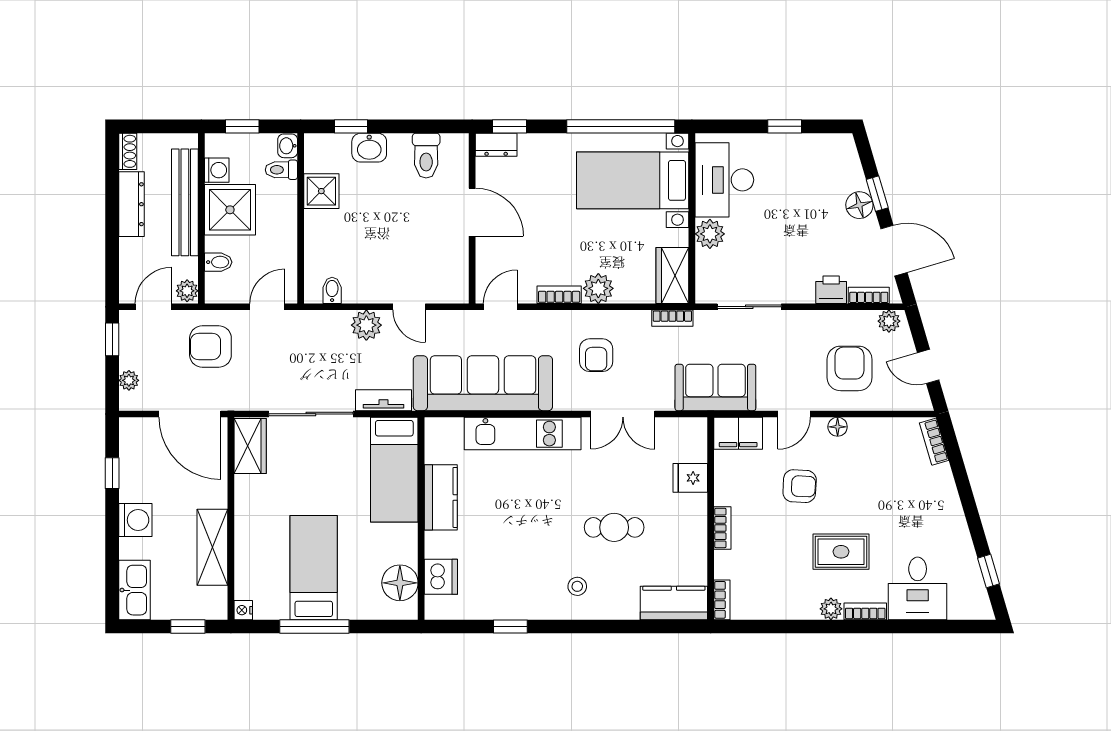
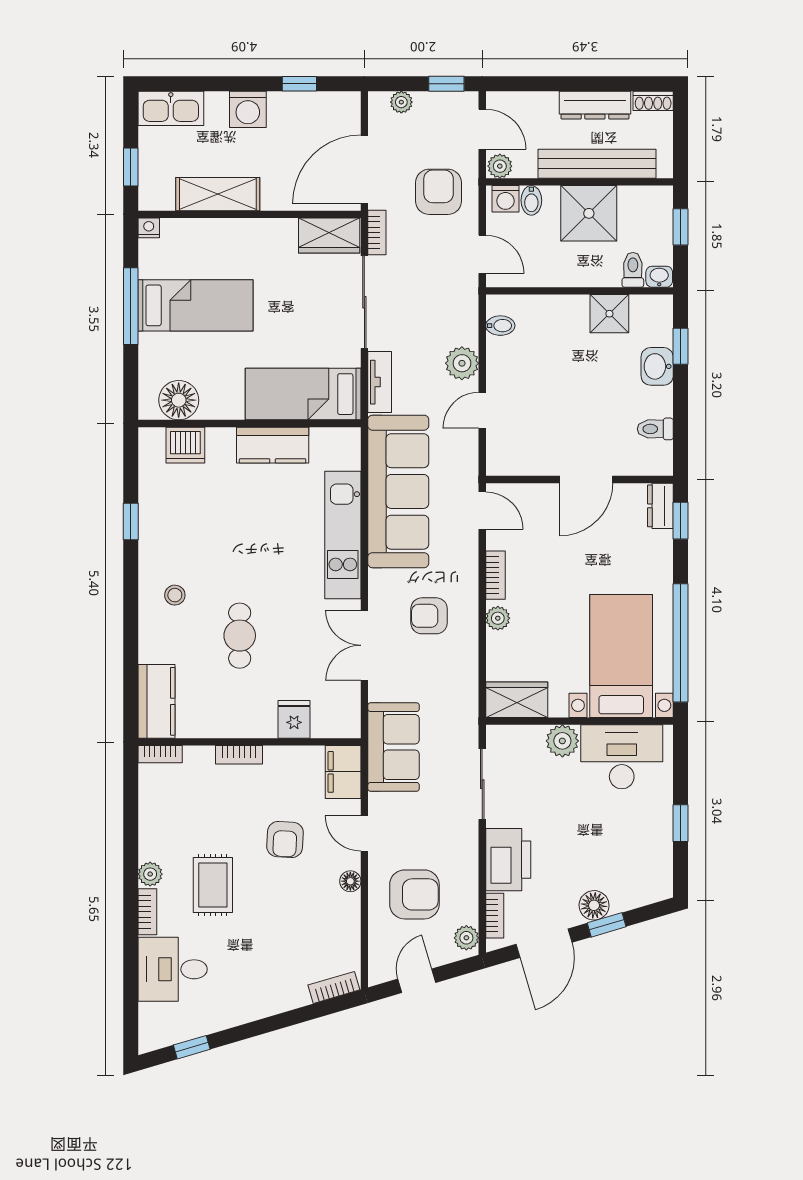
toilet: (426, 156) -> (655, 429), width x0.73, depth x0.72
washing machine: (217, 170) -> (505, 199), moved
plant: (598, 288) -> (498, 618), width x0.73, depth x0.73
printer: (831, 290) -> (508, 860), width x1.87, depth x1.48
bookcase: (672, 318) -> (377, 232), moved, turned 180

